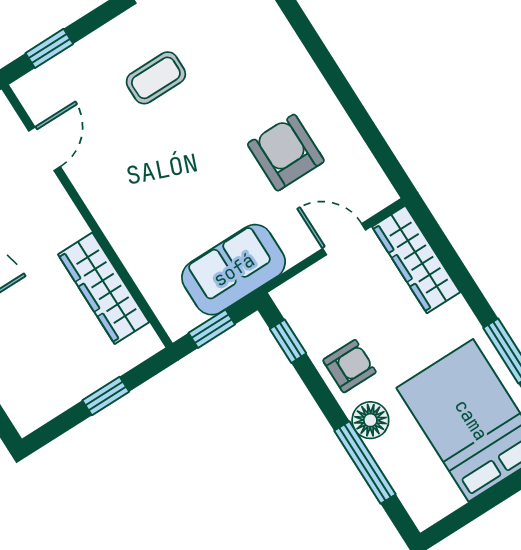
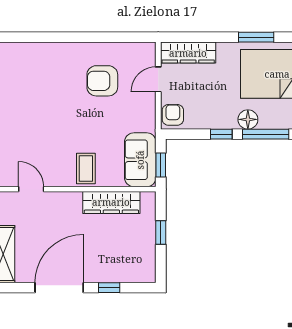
coffee table: (156, 78) -> (86, 169), moved
sofa: (234, 270) -> (140, 160), moved
window: (288, 341) -> (221, 134), moved
armchair: (349, 366) -> (173, 115), moved

